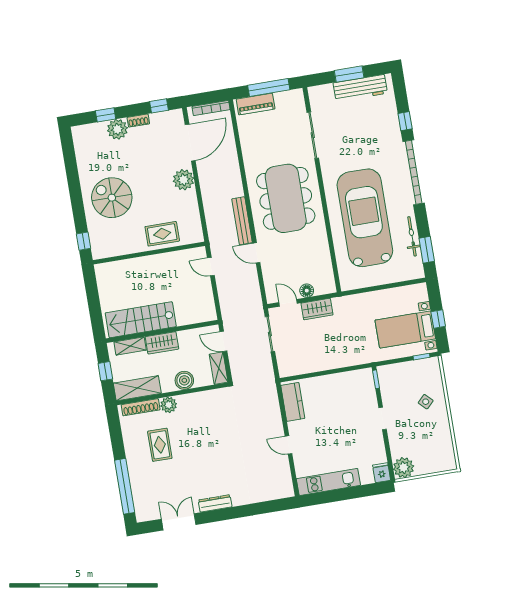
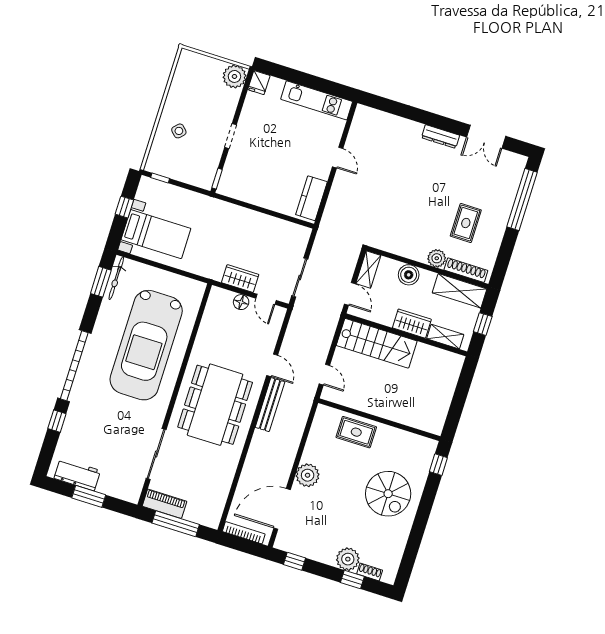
workbench: (360, 88) -> (77, 474), width x0.73
piano: (256, 104) -> (164, 504), moved
shoe rack: (138, 121) -> (370, 572), moved
bicycle: (412, 236) -> (116, 278), moved
stairs: (141, 320) -> (377, 343), moved
bed with nightstands: (405, 329) -> (156, 234), moved

